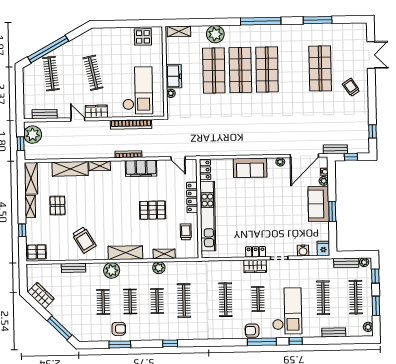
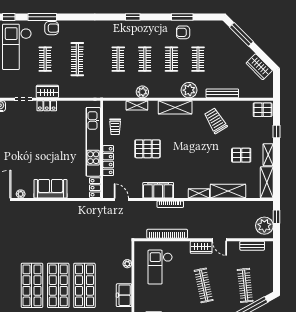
freezer: (174, 76) -> (124, 295), moved
checkout: (138, 91) -> (160, 267), width x0.73, depth x0.83
pallet: (57, 206) -> (241, 155), turned 90
bench: (73, 268) -> (222, 93), width x1.36
clothes rail: (184, 300) -> (118, 59), width x0.73

